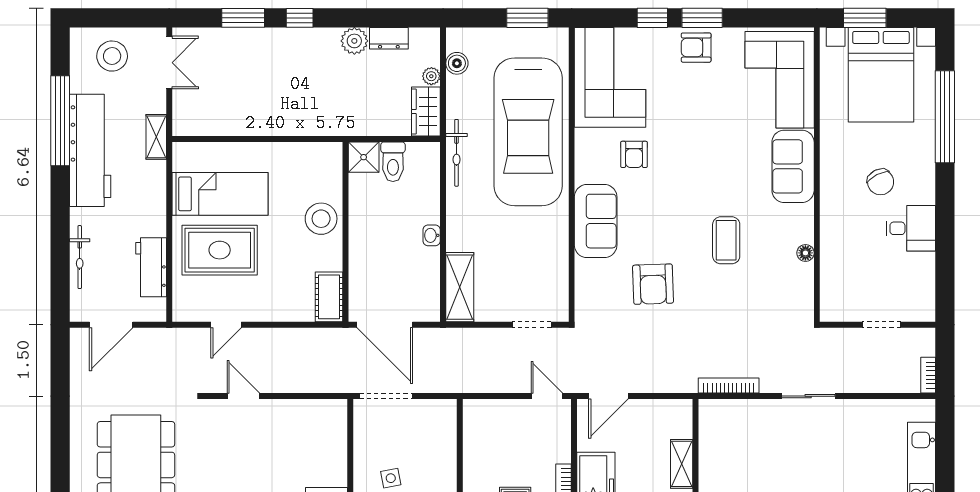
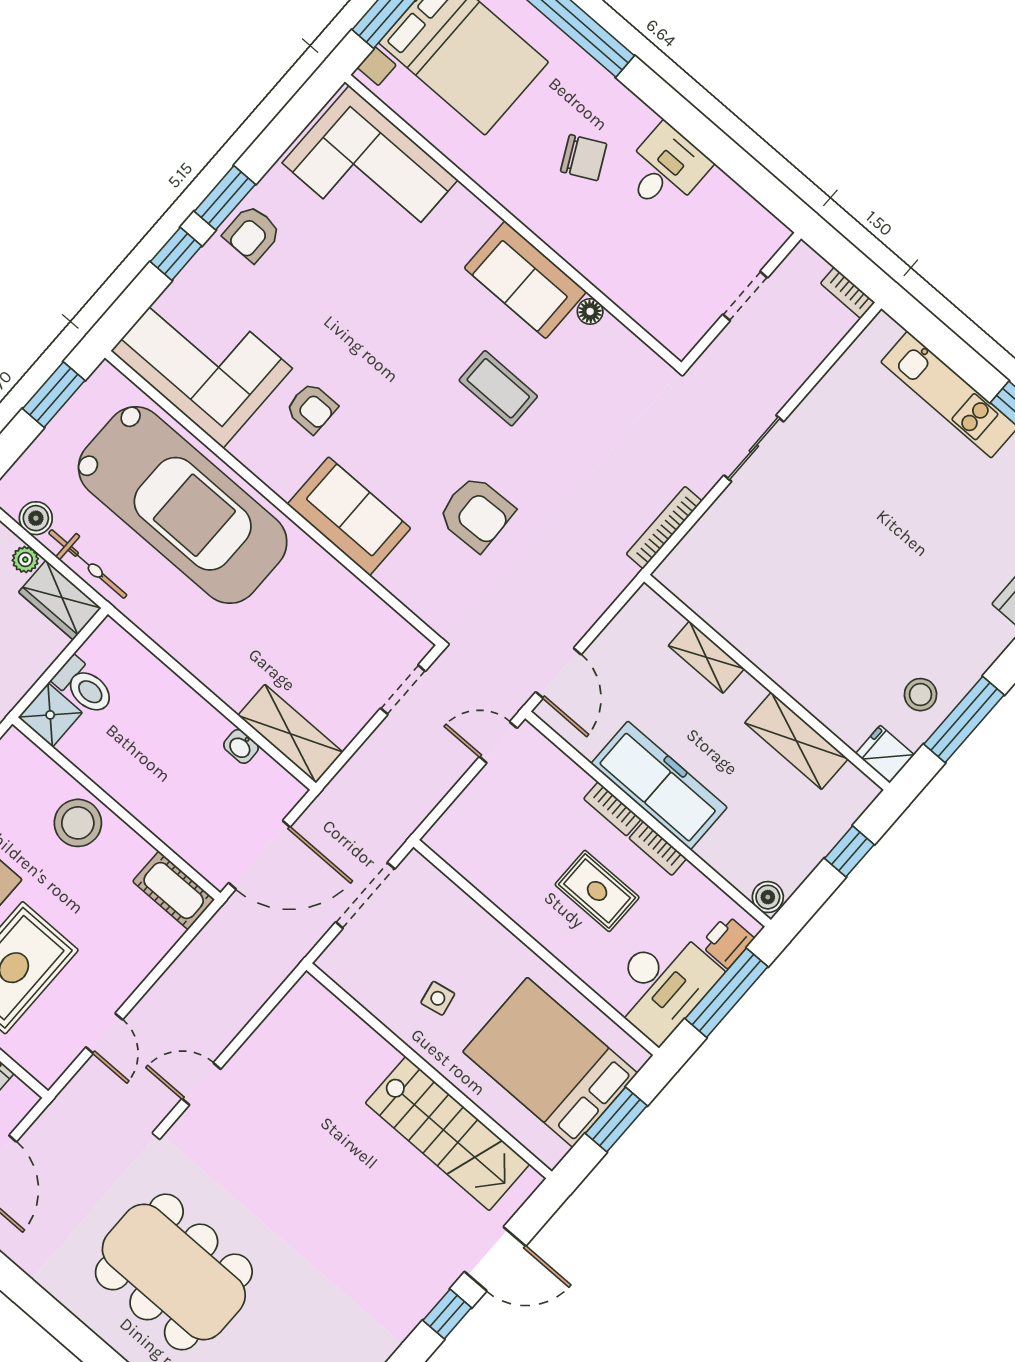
bicycle: (457, 153) -> (88, 564), moved
sofa: (793, 166) -> (525, 280), moved
washbasin: (432, 235) -> (241, 746), moved
doorway: (386, 396) -> (365, 895), moved

